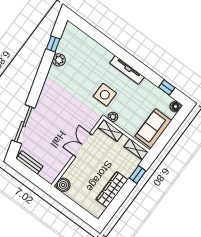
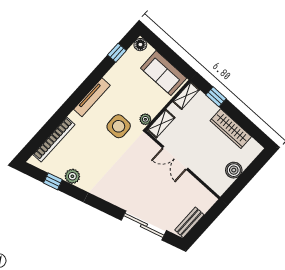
bookcase: (88, 41) -> (54, 139), added
boiler: (63, 185) -> (234, 170), moved

